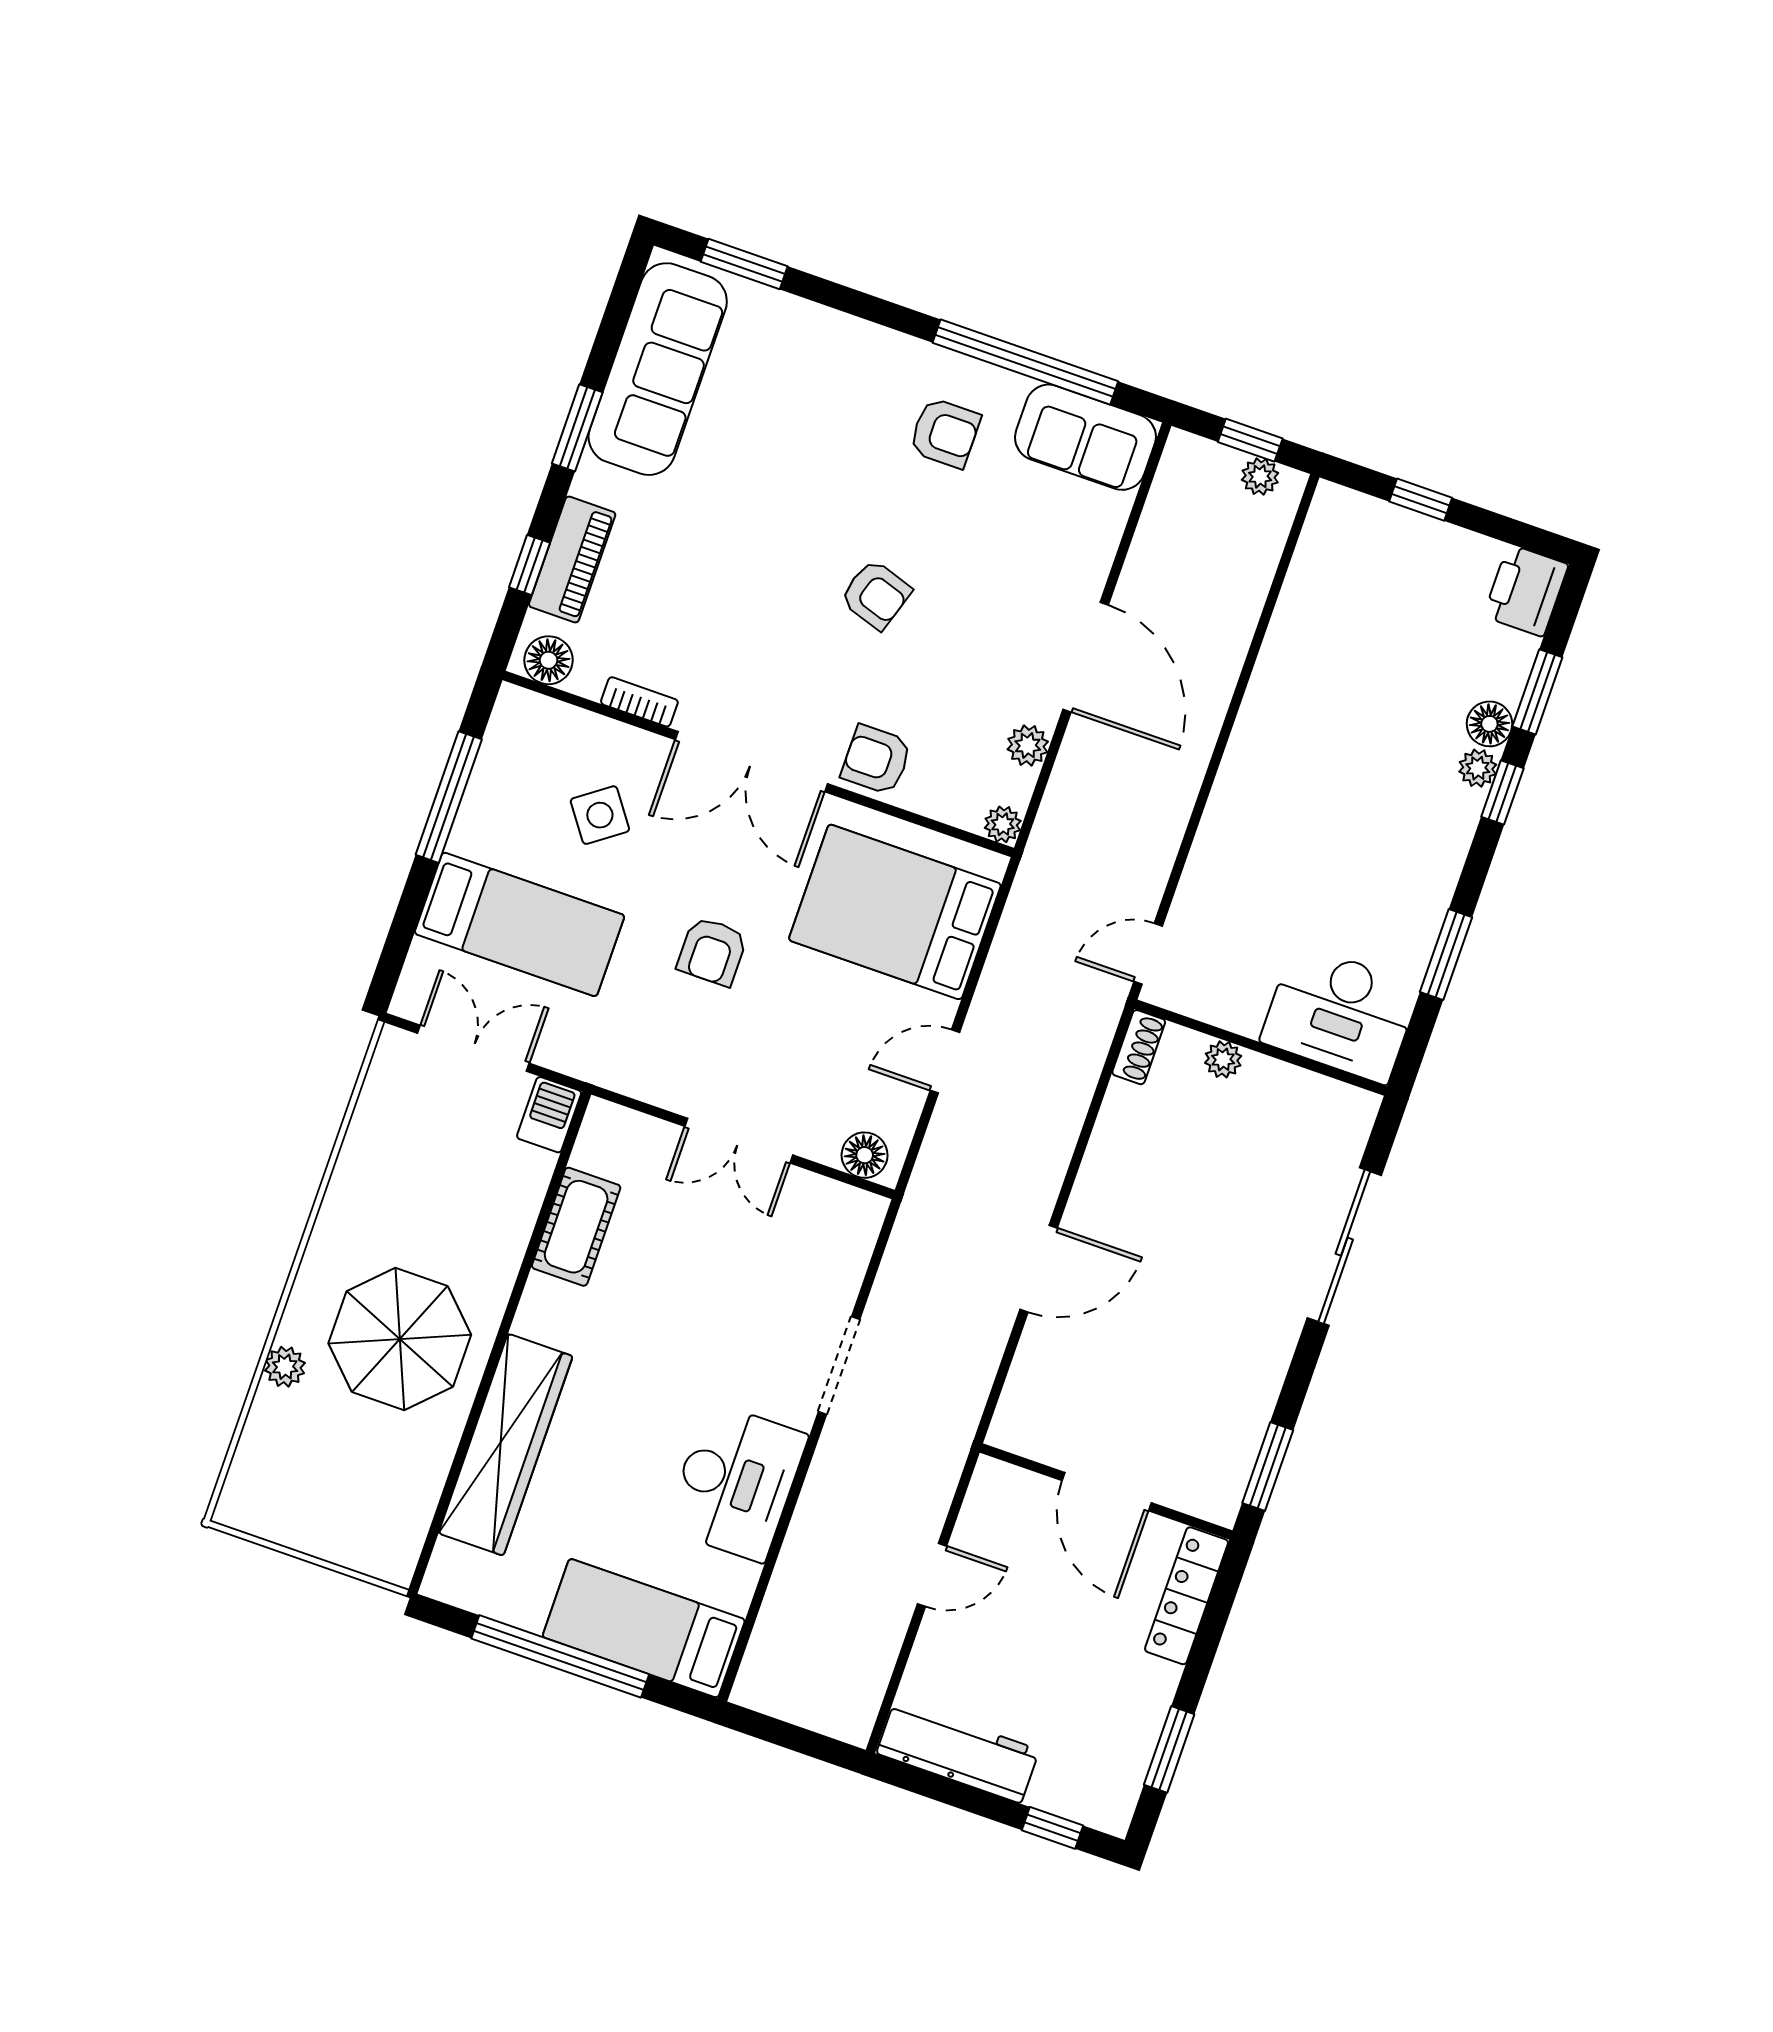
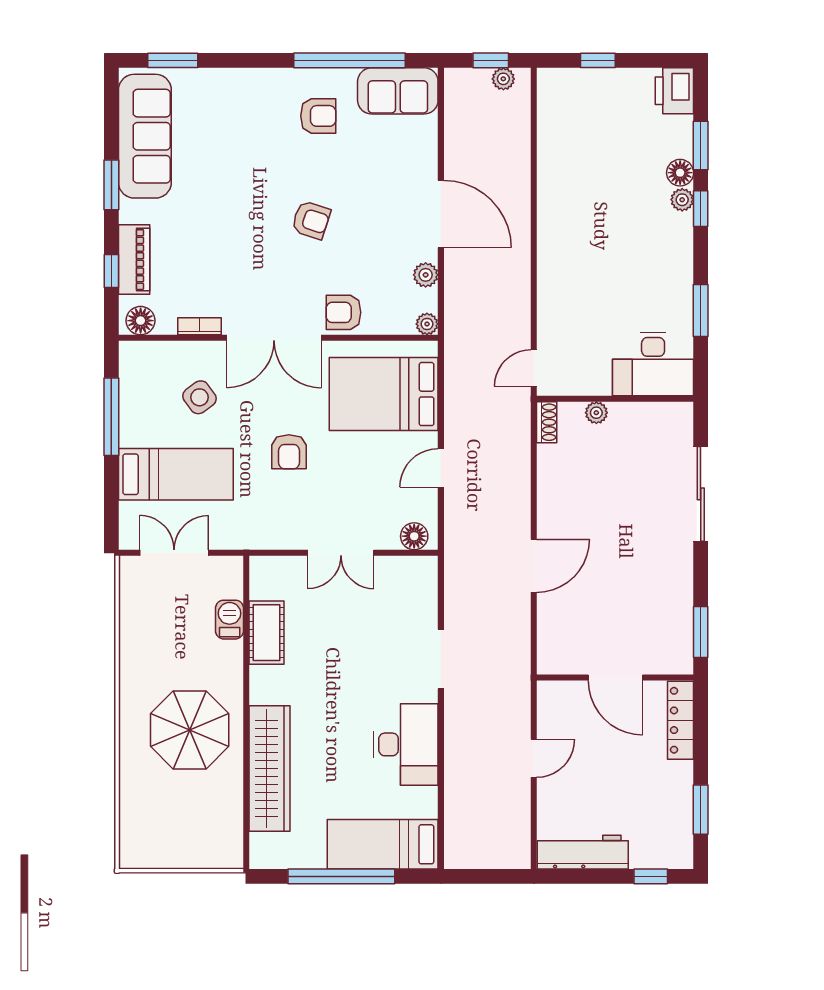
barbecue: (549, 1115) -> (230, 620), moved
plant: (285, 1367) -> (131, 768), removed

